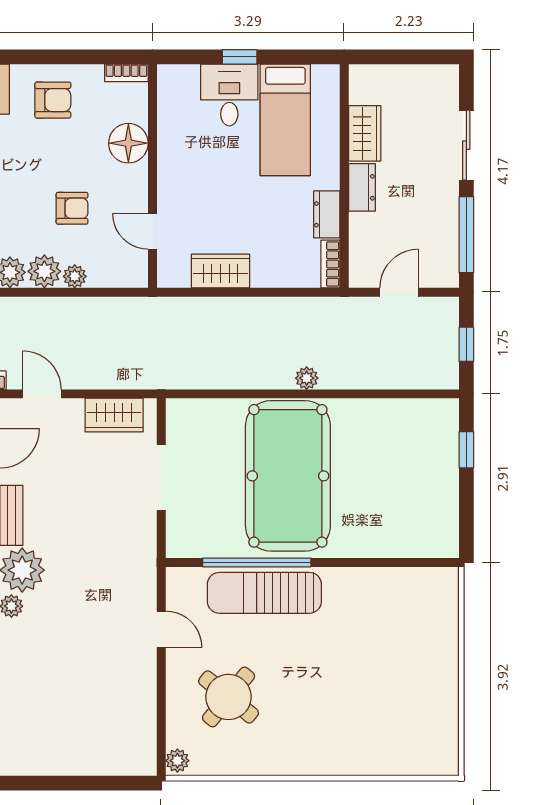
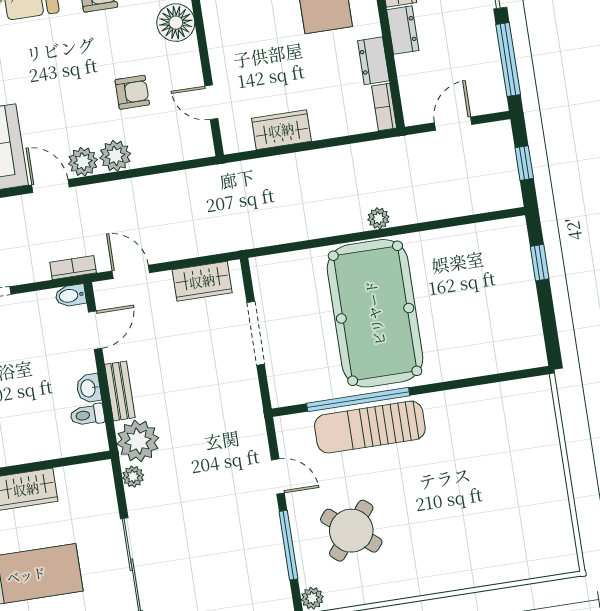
plant: (75, 276) -> (145, 156), removed
window: (161, 702) -> (288, 545), added

